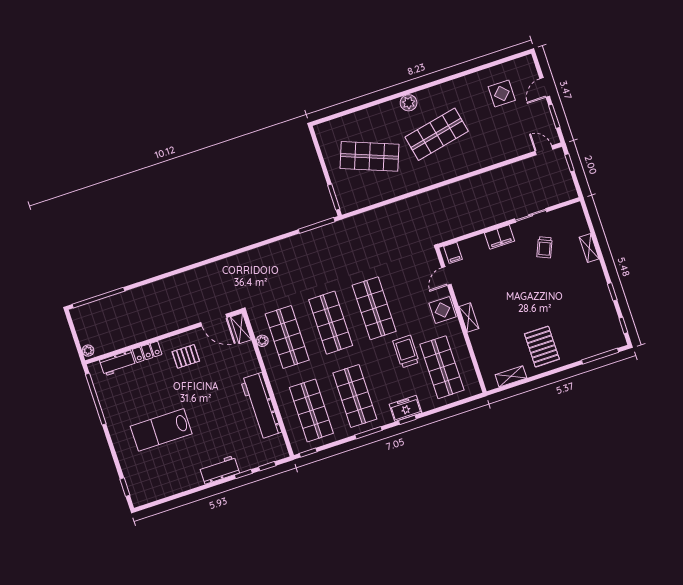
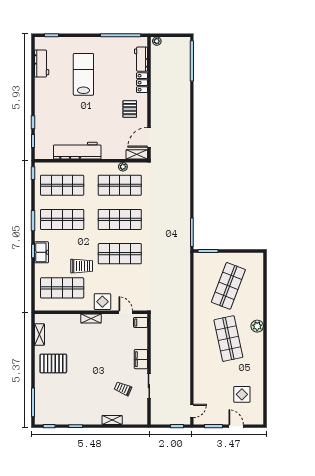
workbench: (219, 470) -> (42, 64), moved

